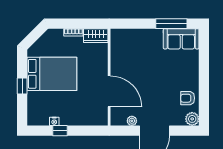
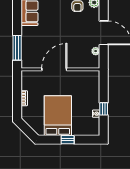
window: (171, 24) -> (17, 48), moved
wardrobe: (96, 36) -> (27, 80), removed
door: (109, 91) -> (54, 69), moved

